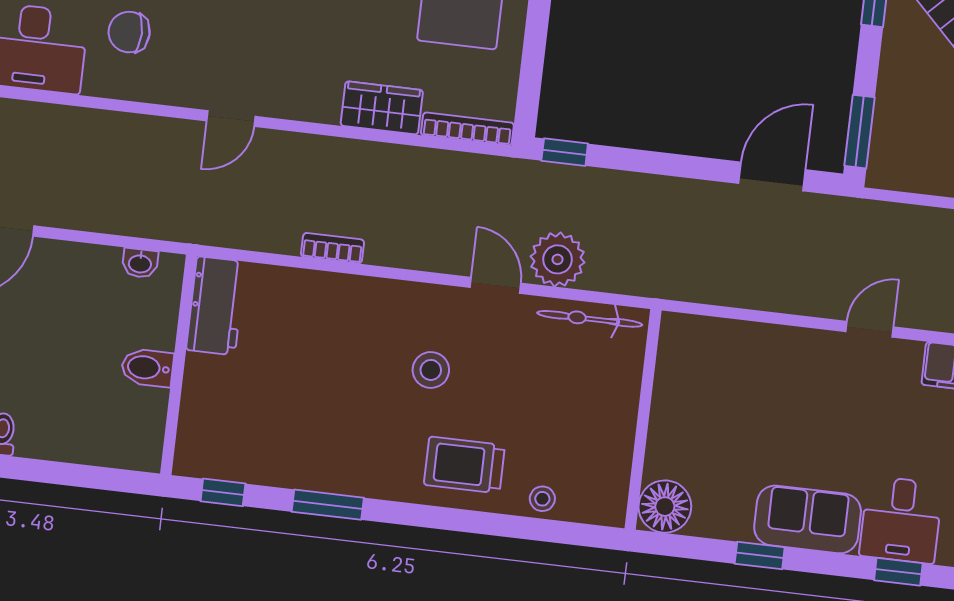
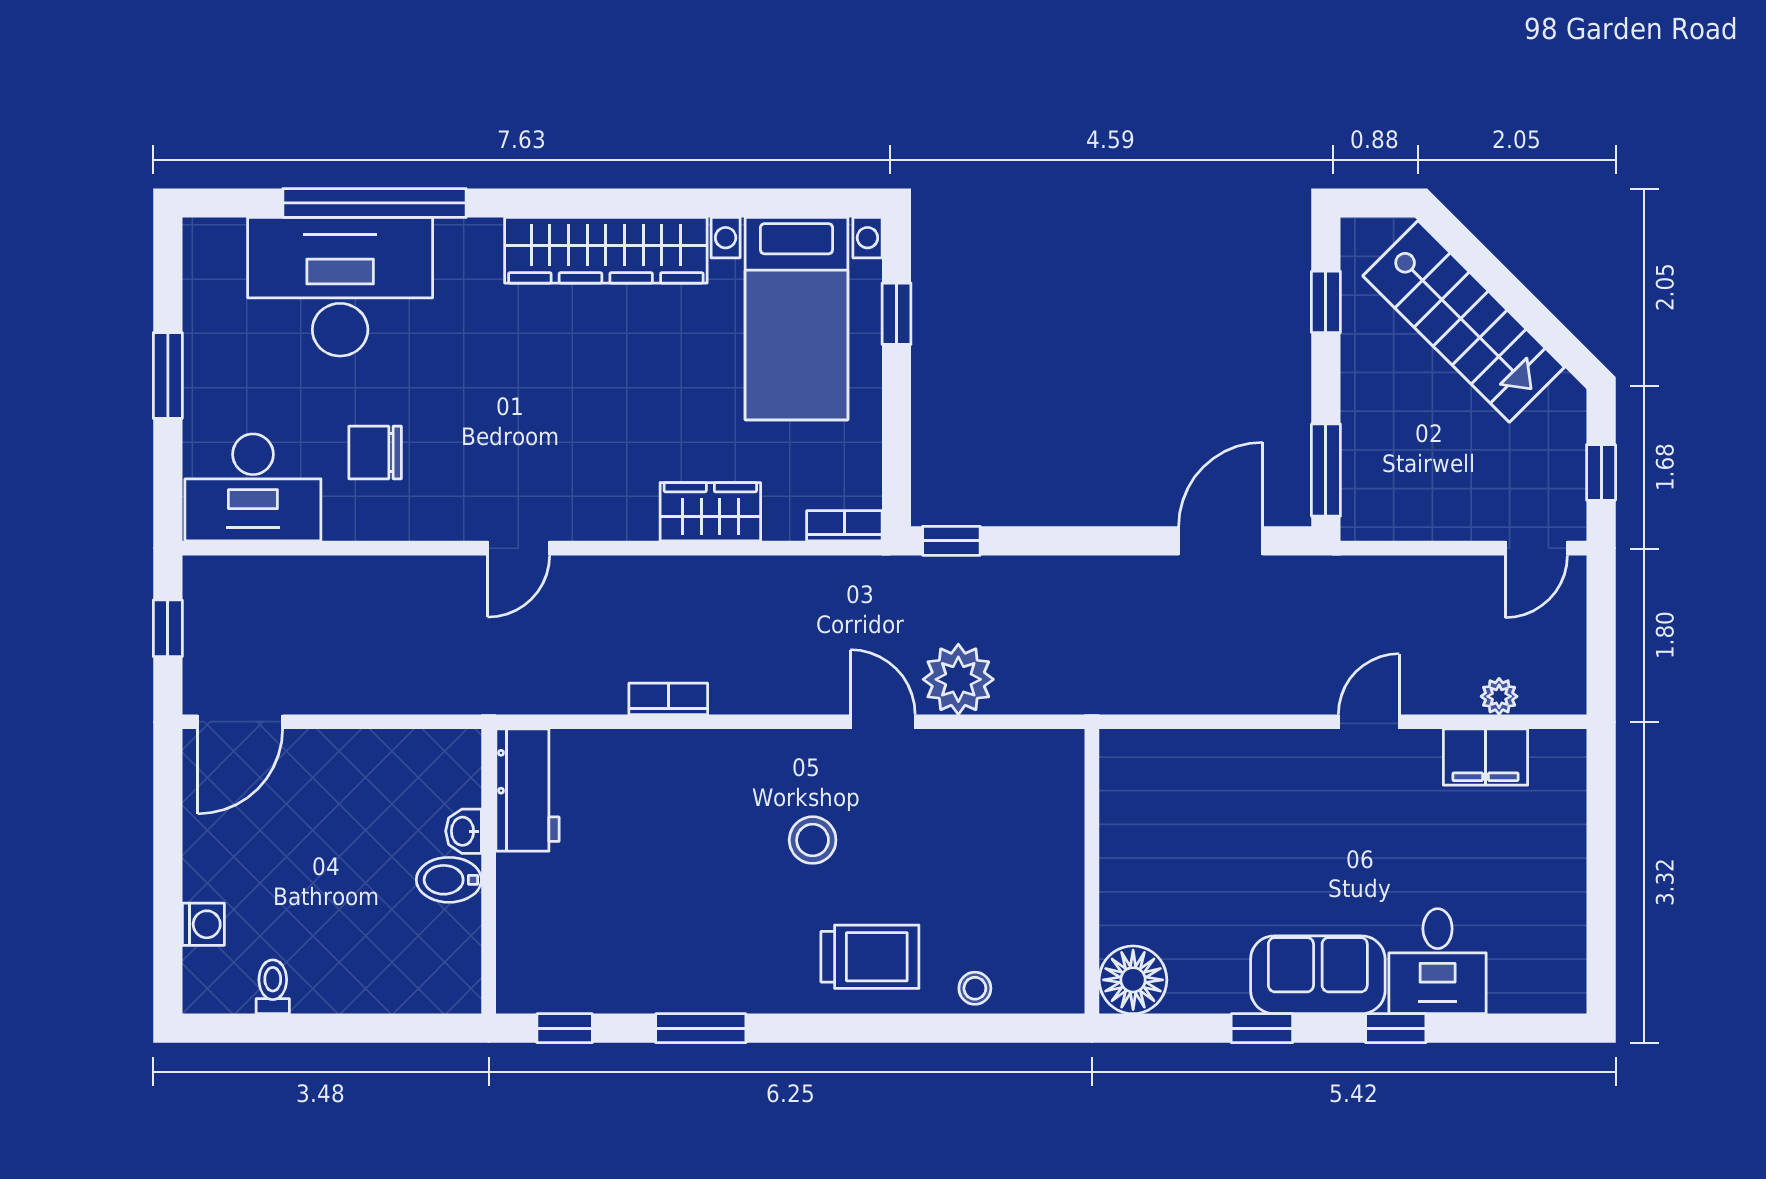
bookcase: (467, 129) -> (844, 526), width x0.64
washbasin: (140, 263) -> (464, 831), moved, turned 90
bicycle: (590, 319) -> (1009, 751), removed
trolley: (464, 465) -> (870, 957), turned 180
window: (898, 572) -> (1396, 1028), moved

